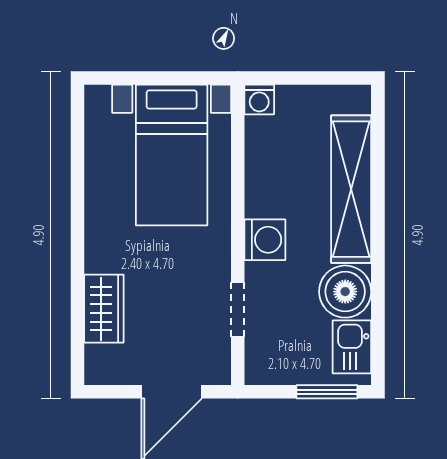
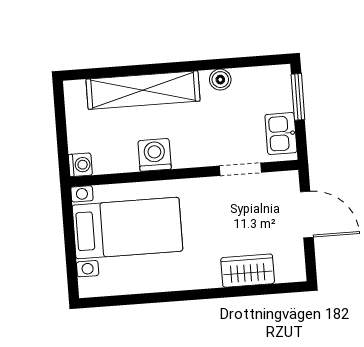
washing machine: (265, 240) -> (155, 155), moved
boiler: (345, 292) -> (220, 80), width x0.54, depth x0.54
kitchen sink: (352, 347) -> (281, 134), moved, turned 90

